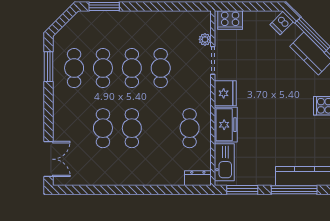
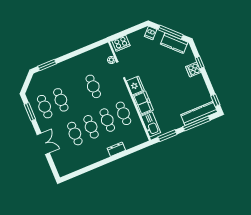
cafe table: (132, 68) -> (107, 120), moved
double door: (48, 159) -> (43, 144), moved
dresser: (198, 178) -> (116, 149), moved

